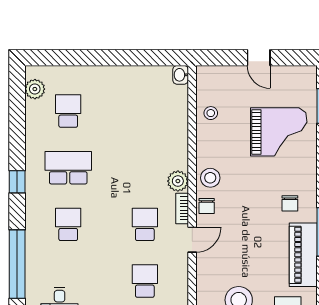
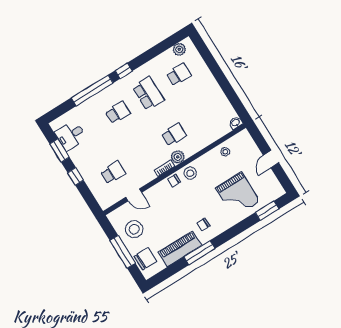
school desk: (145, 224) -> (174, 135), moved
door: (192, 240) -> (134, 195), moved
window: (17, 264) -> (92, 90), moved

